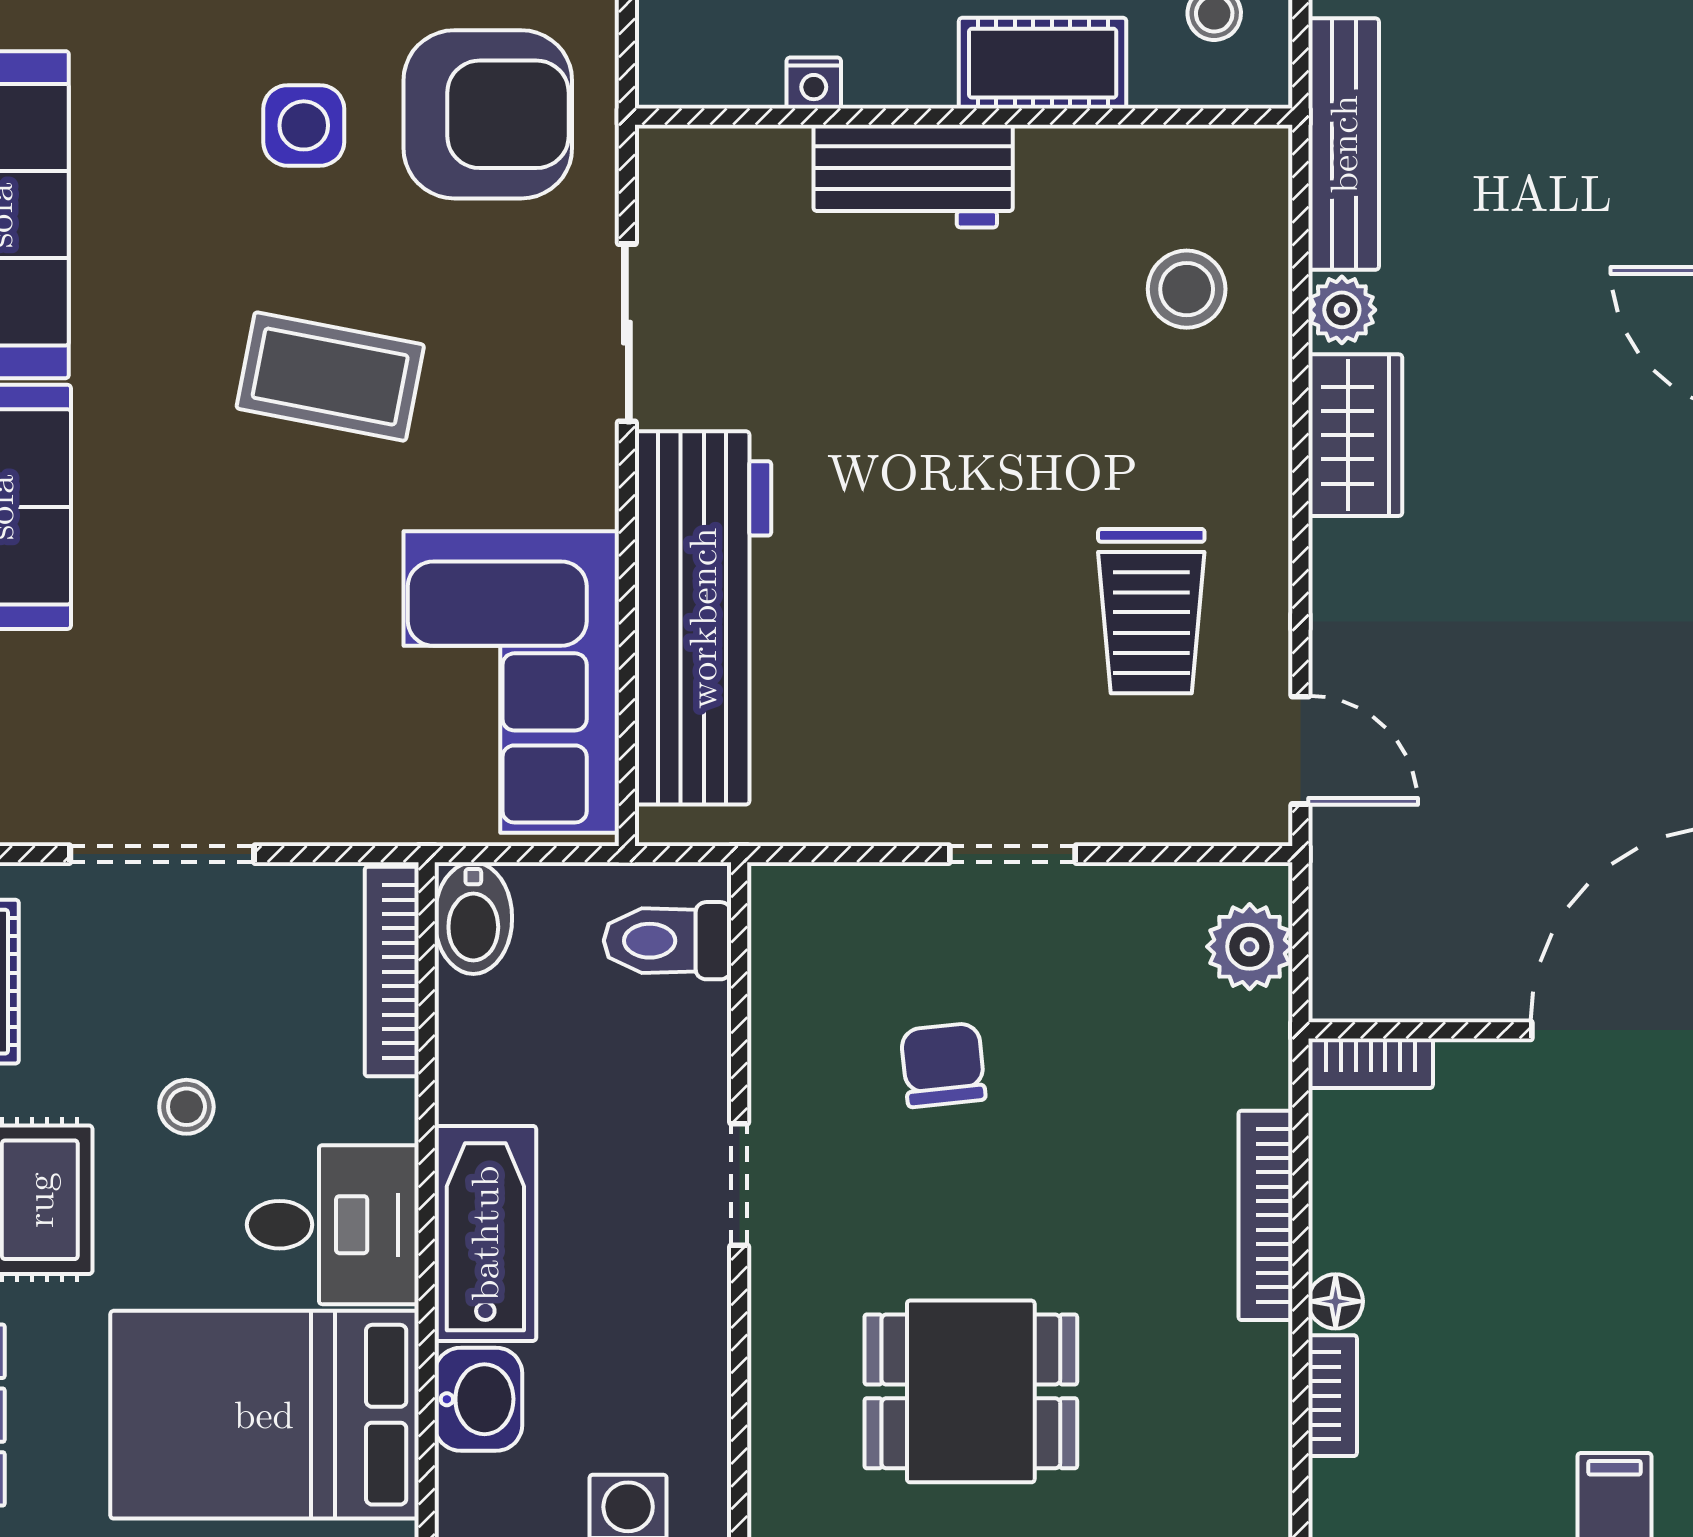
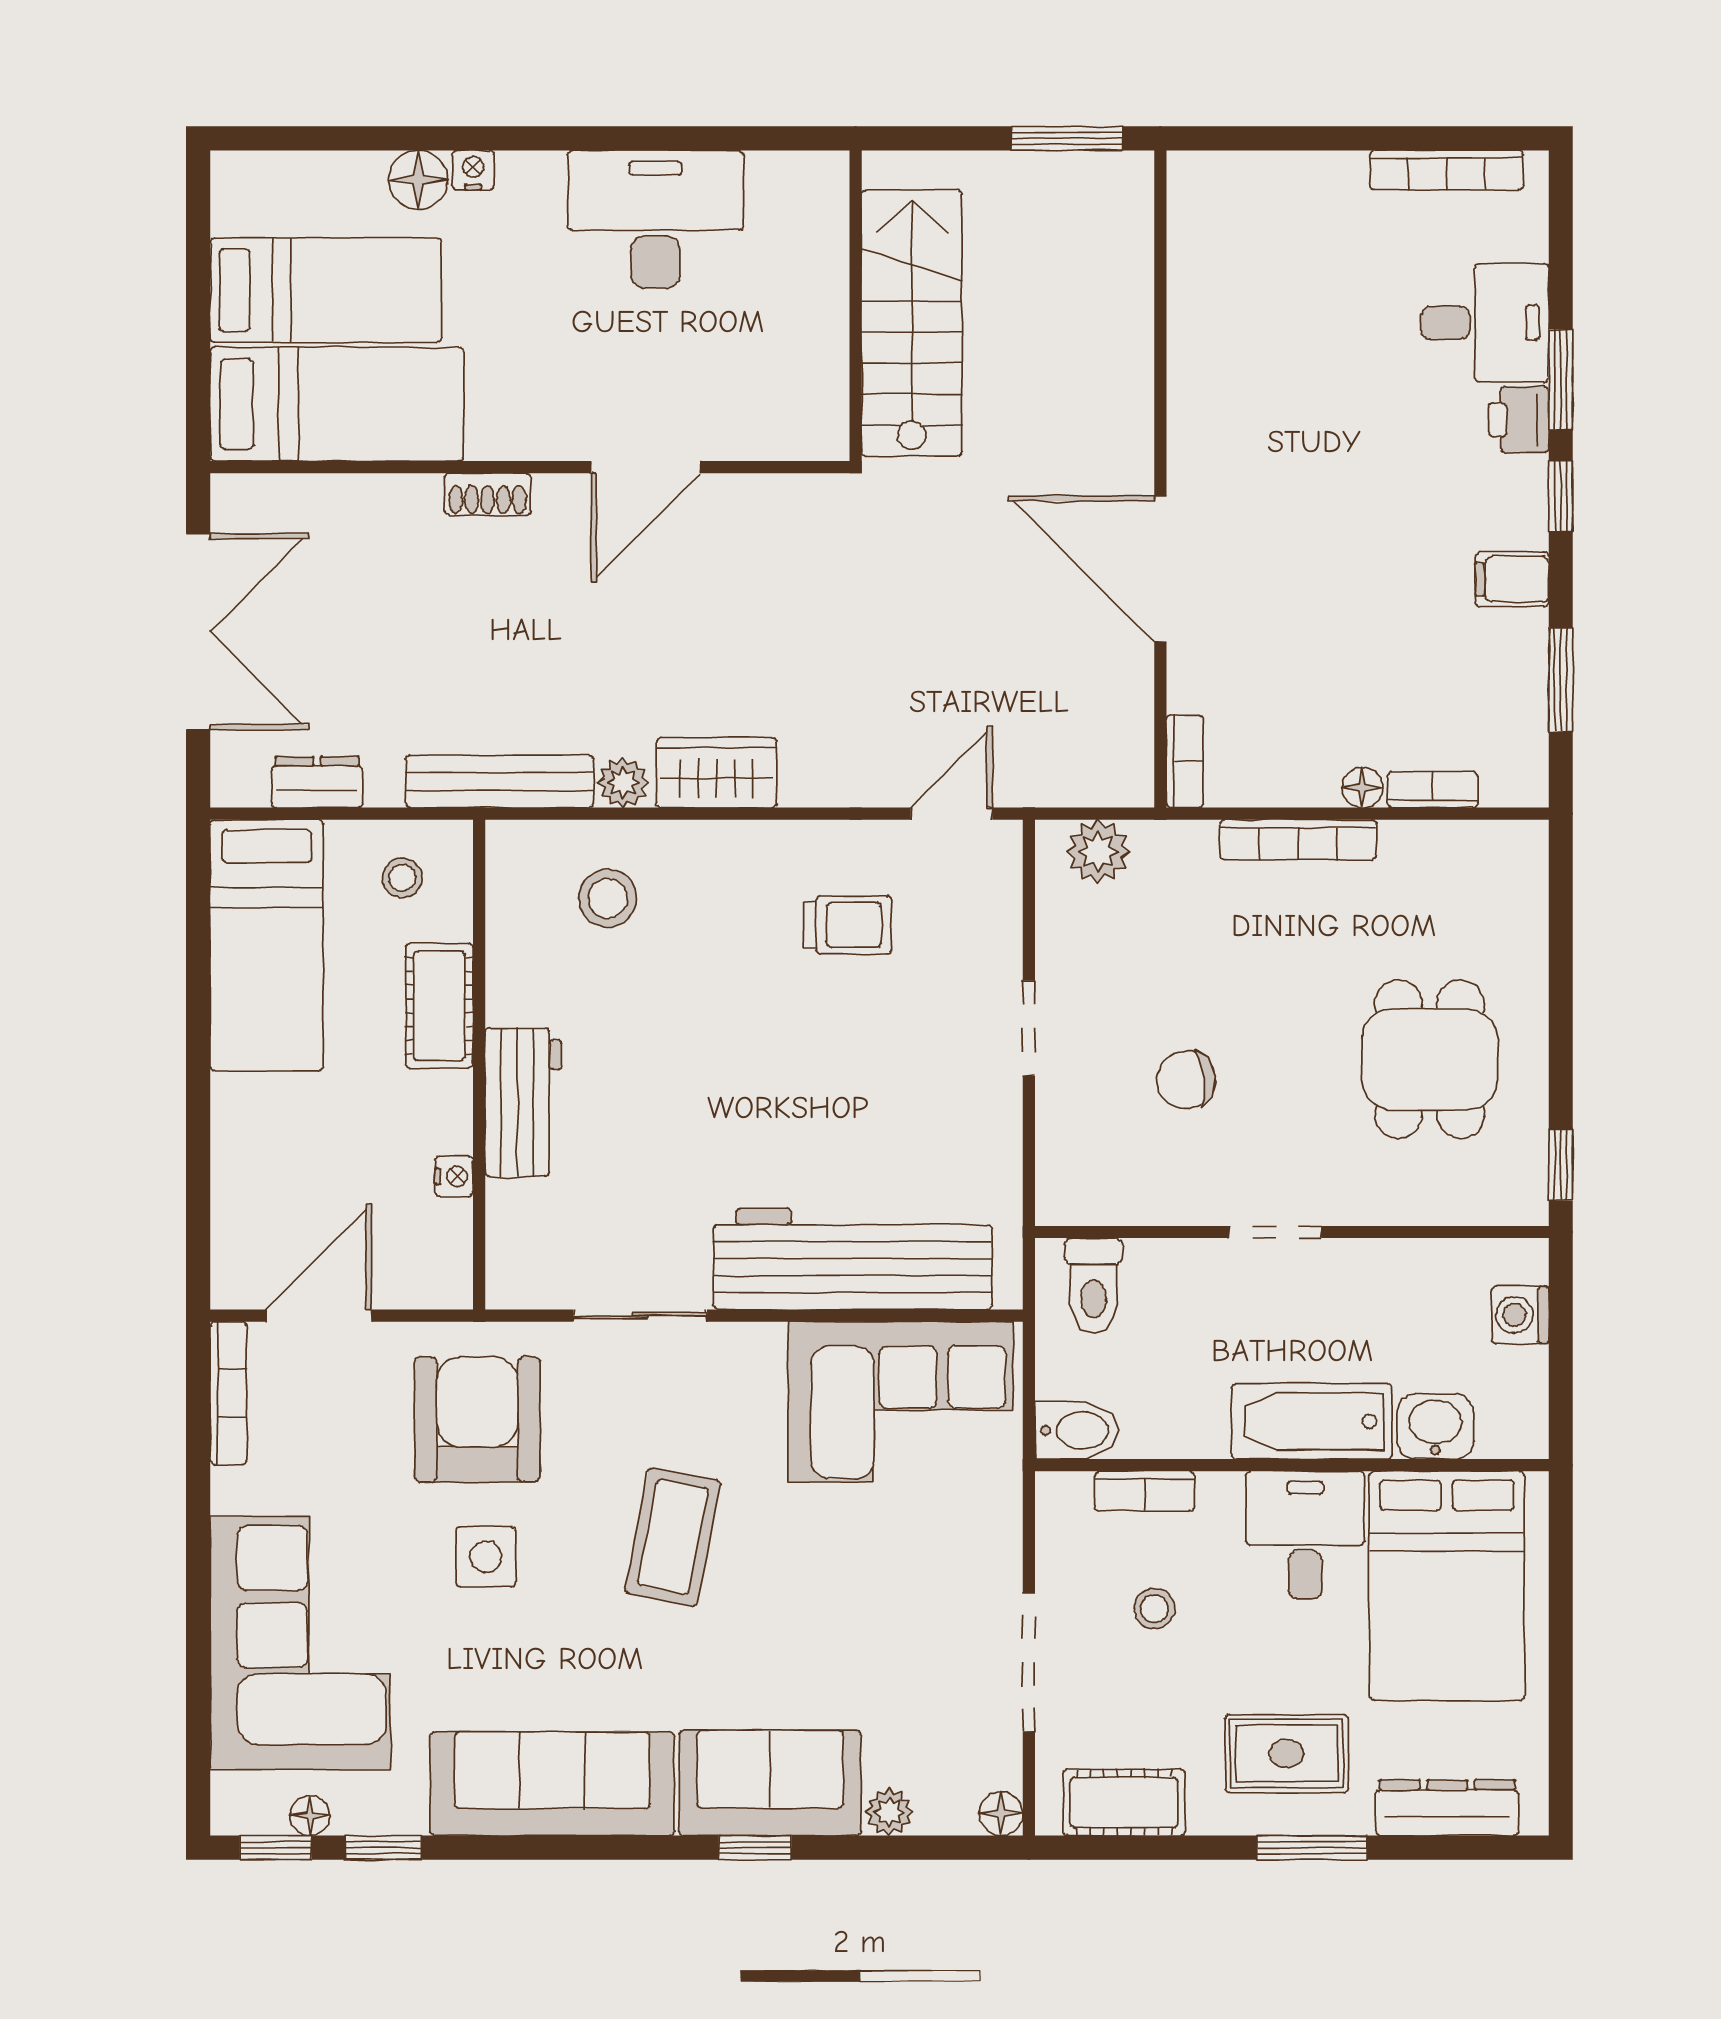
trolley: (1151, 611) -> (848, 925), width x0.73, depth x0.72
bookcase: (392, 972) -> (1145, 1491), width x0.64
stool: (186, 1107) -> (1154, 1609), moved

